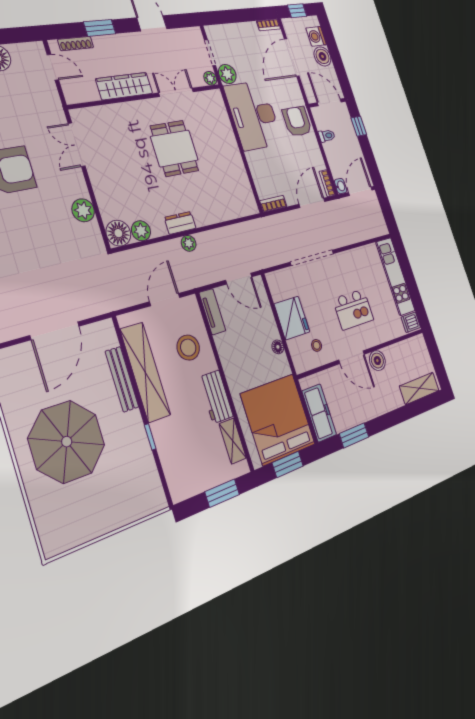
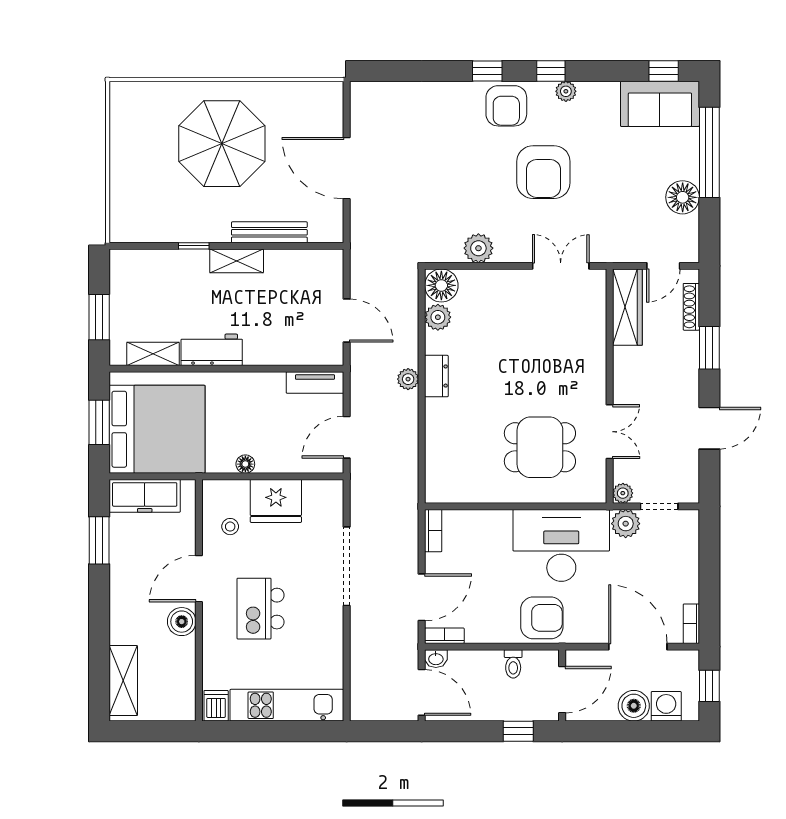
wardrobe: (124, 86) -> (627, 307), moved
dining table: (174, 148) -> (540, 447), moved
door: (312, 203) -> (422, 597), hinge flipped
stool: (188, 348) -> (281, 332), removed
shelving: (145, 372) -> (237, 261), width x0.45, depth x0.75

